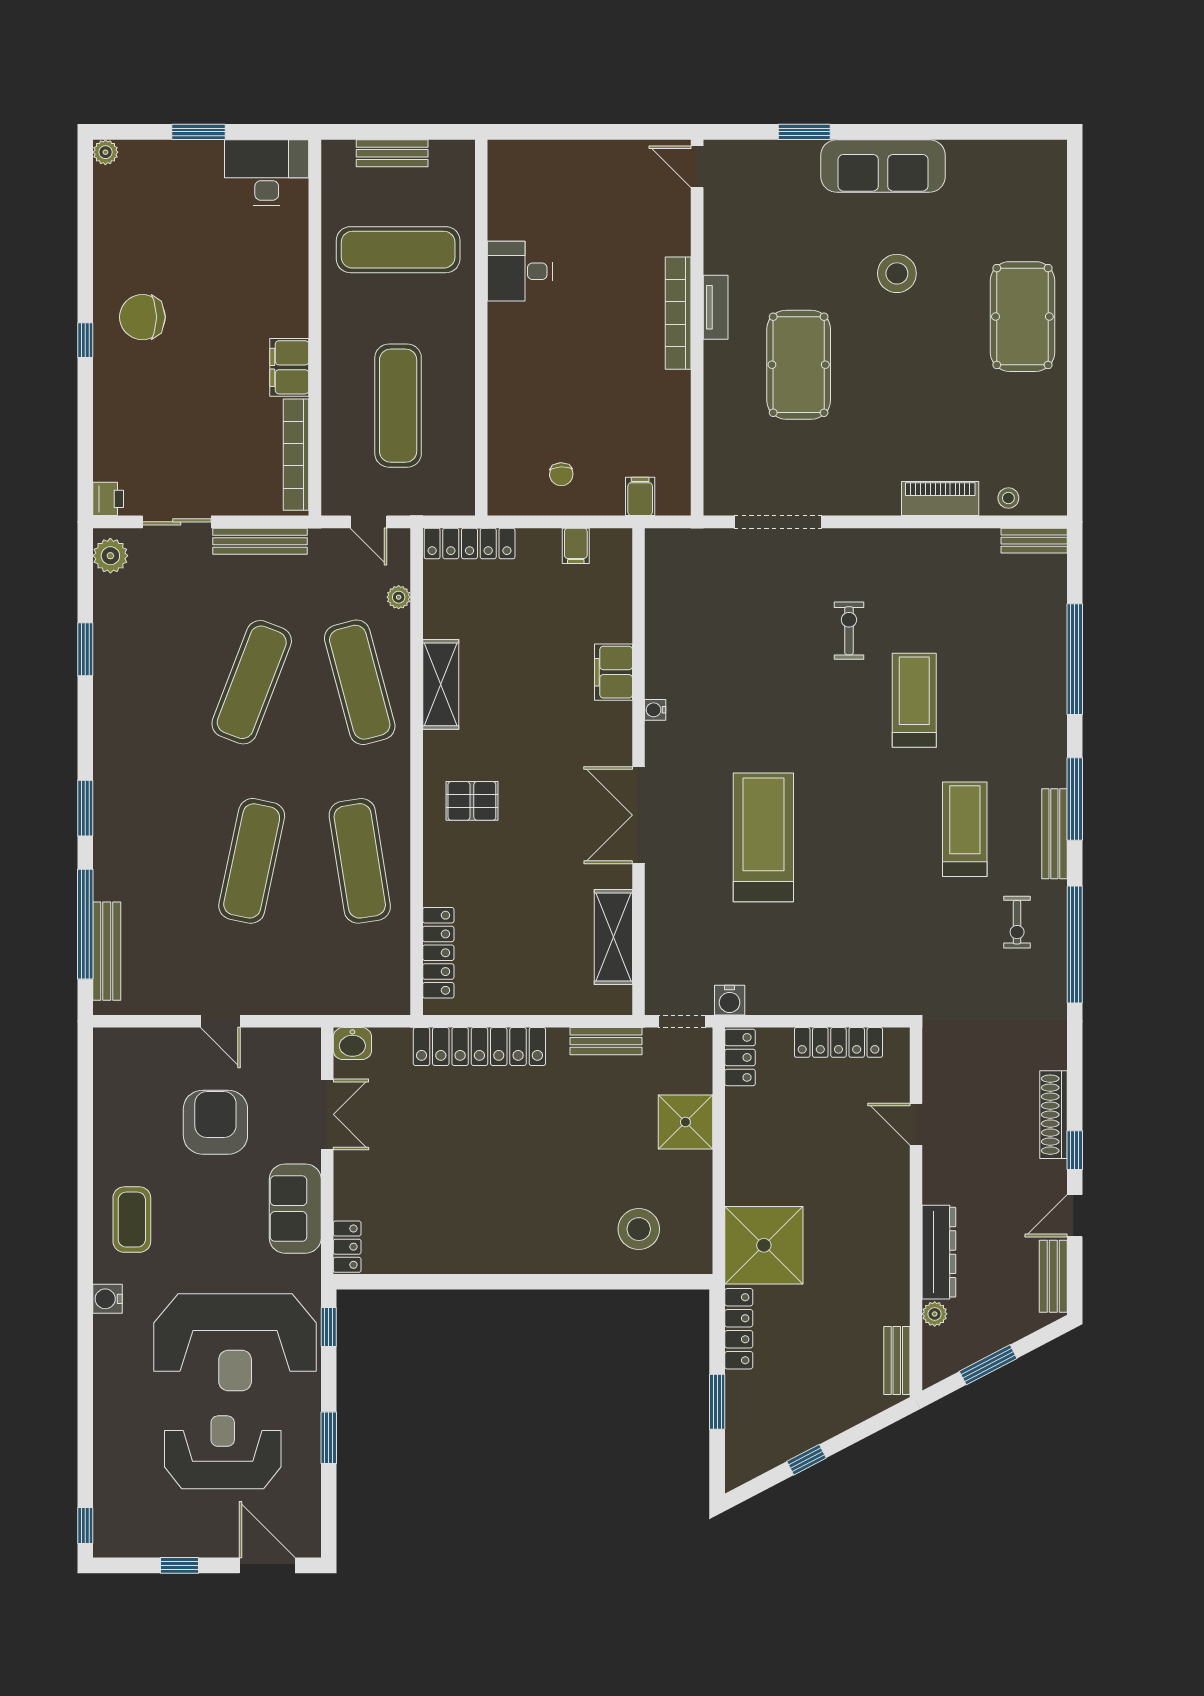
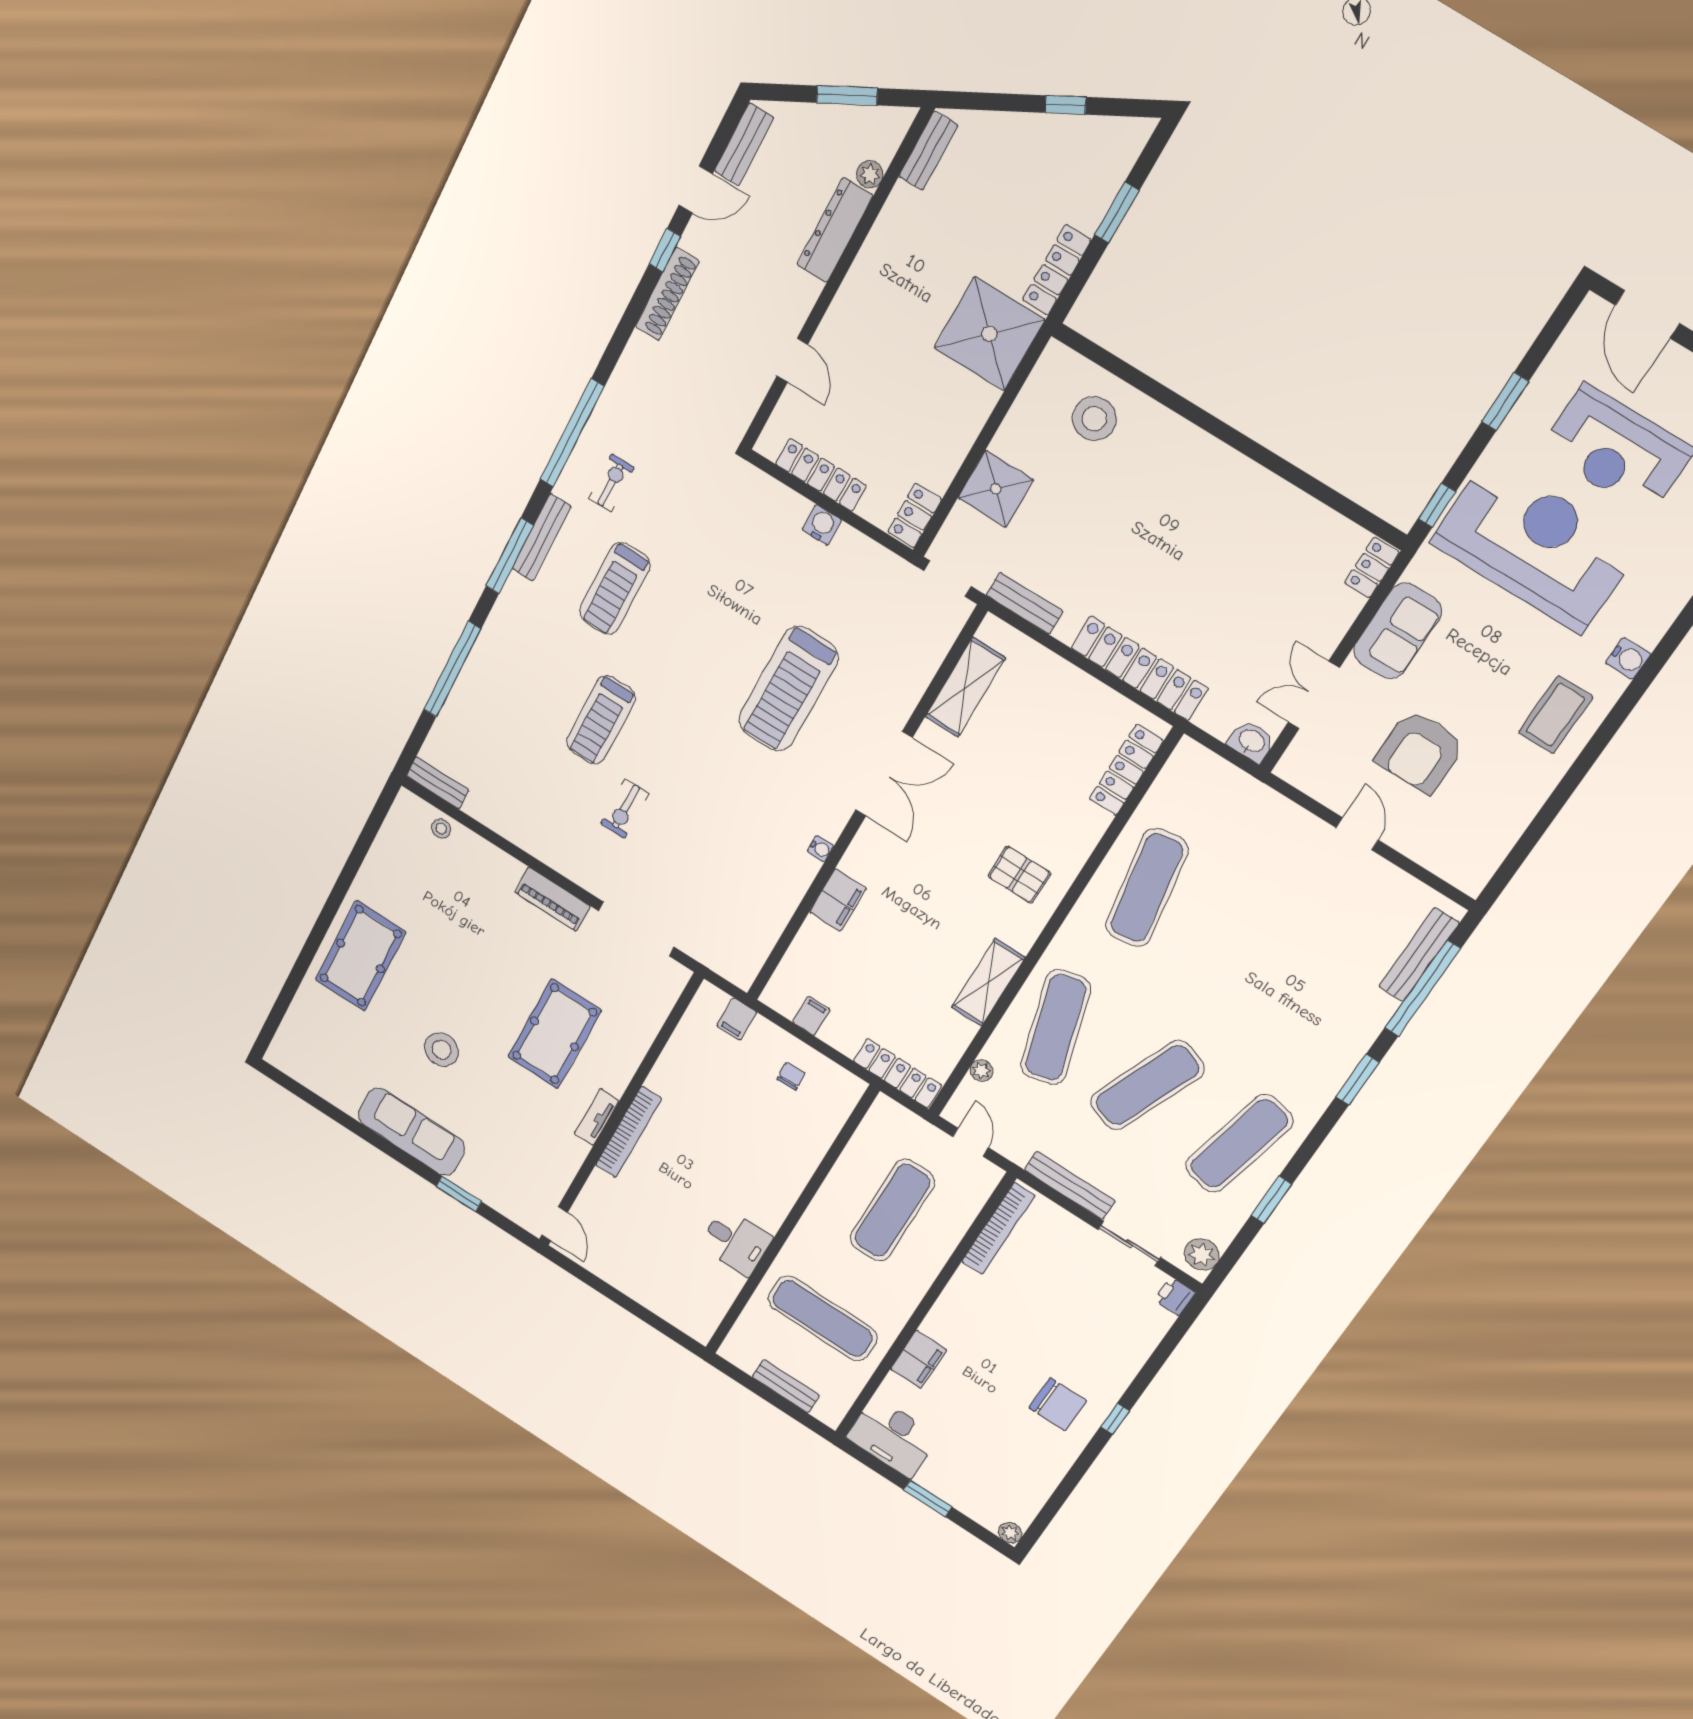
filing cabinet: (289, 367) -> (919, 1359), moved
piano: (940, 498) -> (552, 899), moved
exercise mat: (252, 861) -> (1239, 1144), moved
water cooler: (730, 1000) -> (822, 525), moved

